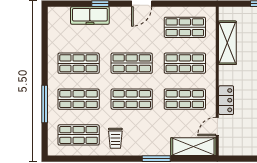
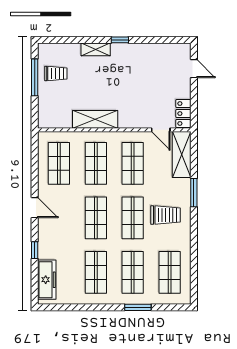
freezer: (90, 15) -> (47, 280), moved
shelving: (227, 43) -> (95, 119), moved
locker: (226, 100) -> (183, 114), moved, turned -90
window: (45, 104) -> (138, 307), width x0.69
trolley: (115, 138) -> (165, 215), moved, width x1.36, depth x1.39

